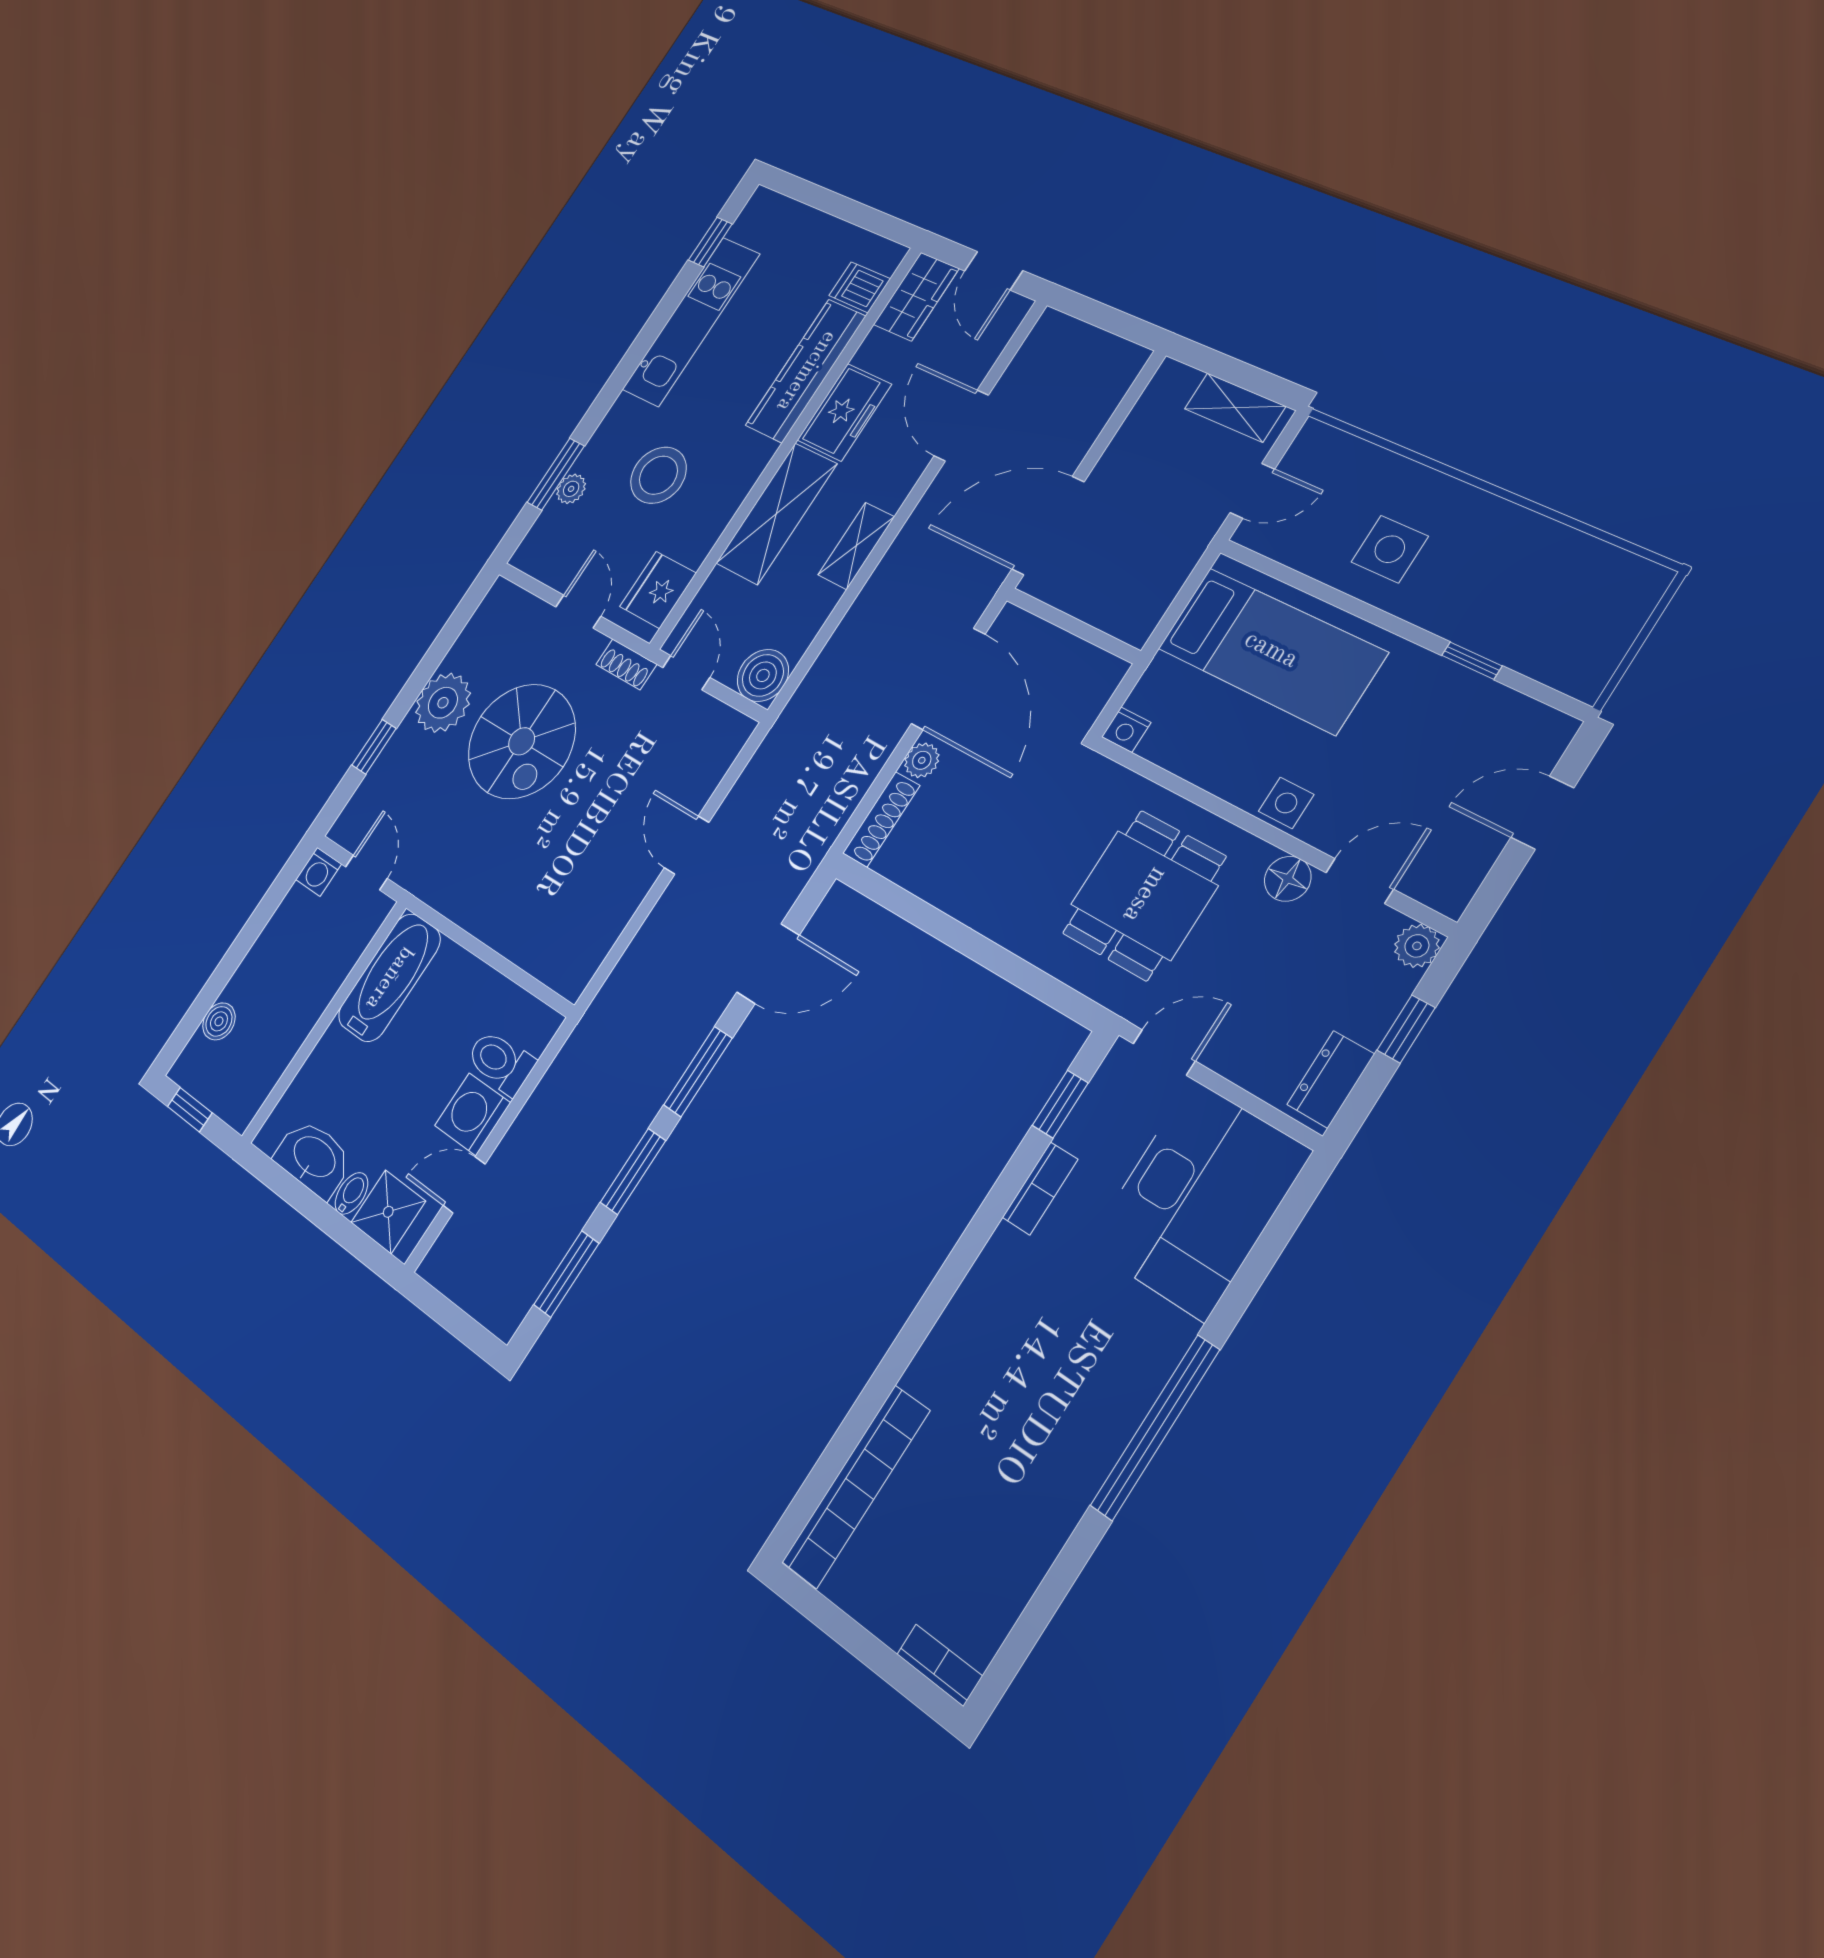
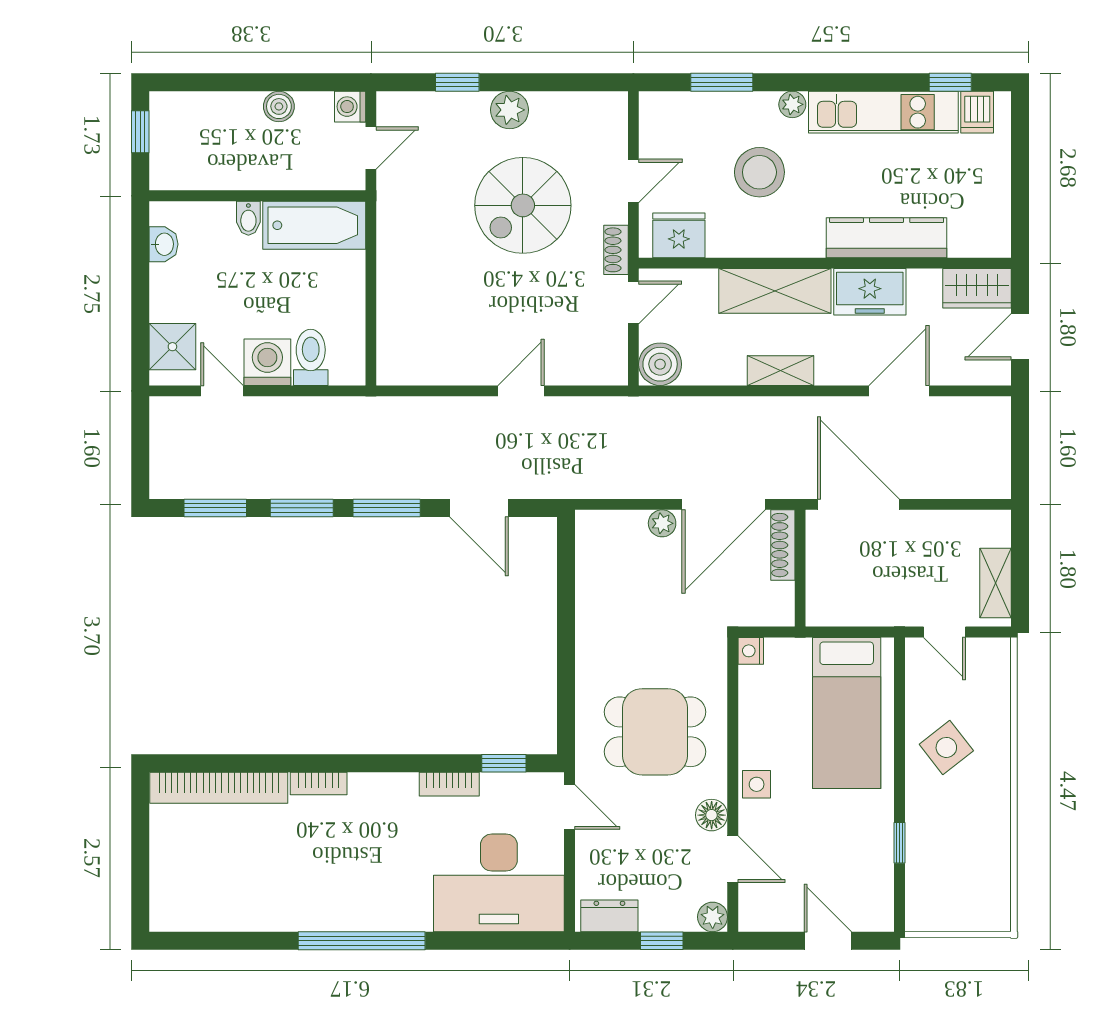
dishwasher: (860, 287) -> (977, 112), moved, turned 180
plant: (571, 489) -> (792, 104), moved
side table: (1390, 549) -> (946, 747), turned -38
plant: (443, 703) -> (510, 110), width x0.73, depth x0.73
shoe rack: (881, 819) -> (783, 545), moved, turned 90
boiler: (219, 1021) -> (279, 106), moved
washbasin: (314, 1158) -> (164, 244), width x0.52, depth x0.69
bidet: (351, 1193) -> (248, 218), moved, turned 90
bookcase: (940, 1665) -> (319, 783), moved, turned 90

